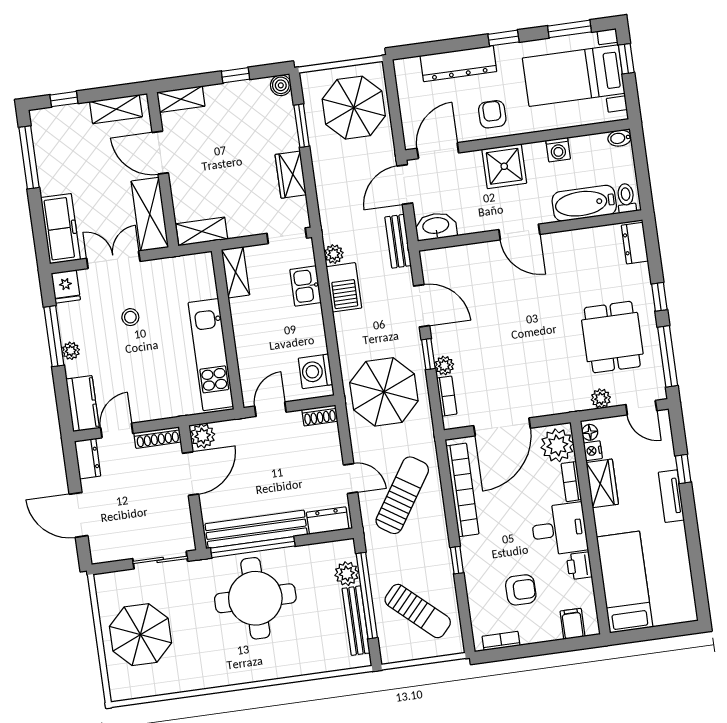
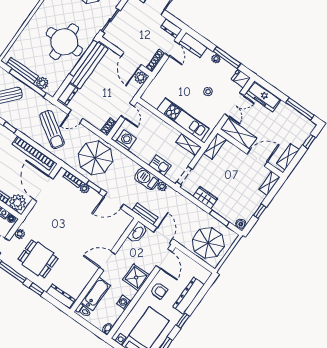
dresser: (635, 243) -> (61, 296), width x1.44
kitchen unit: (211, 355) -> (183, 119), moved

